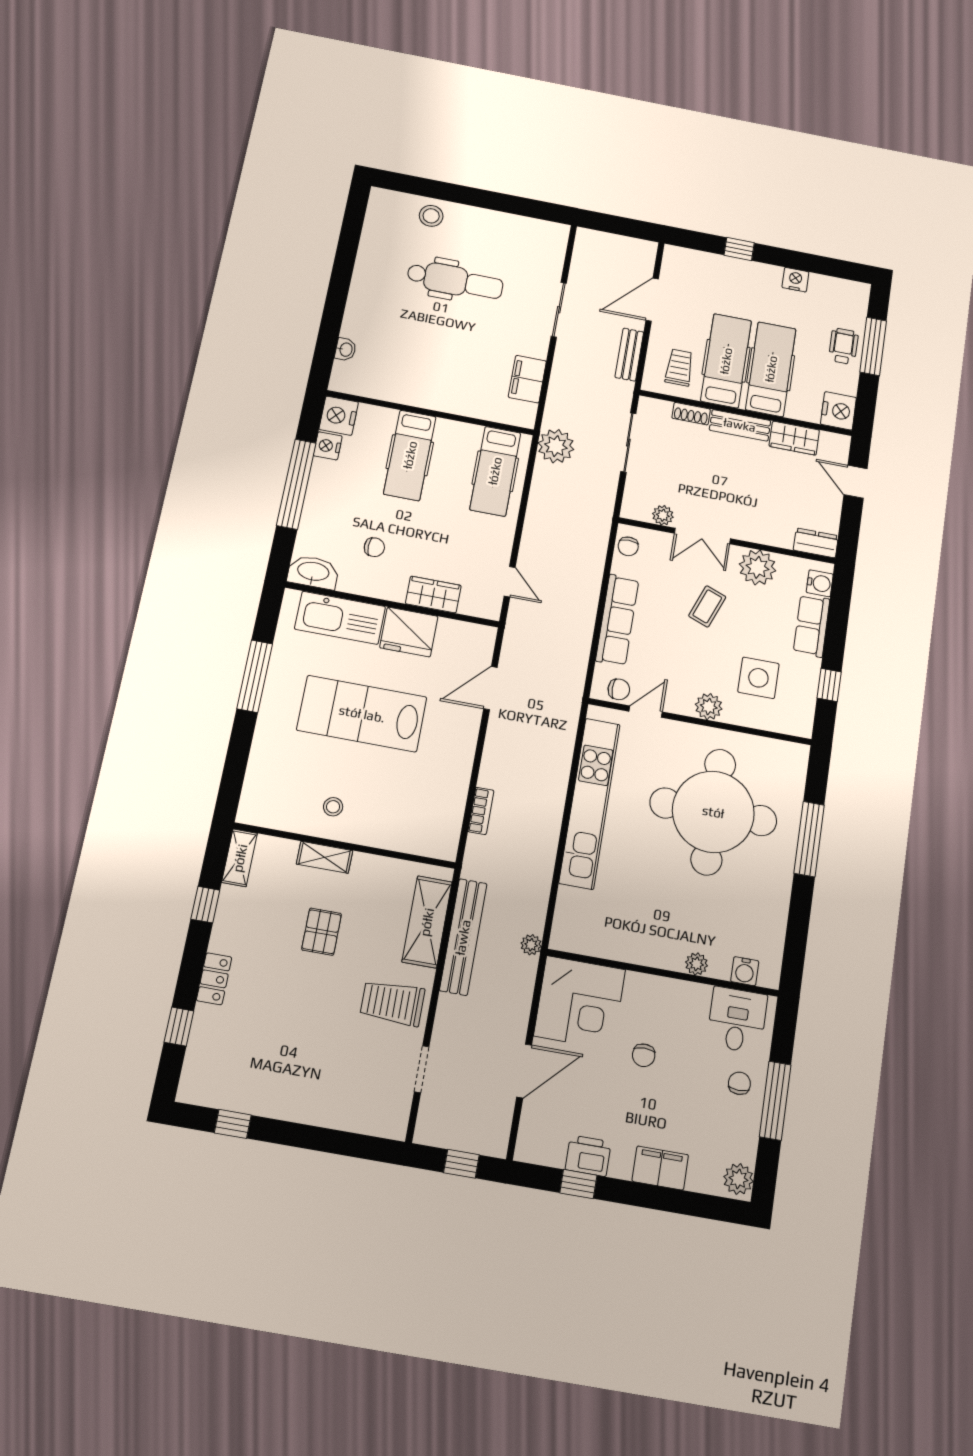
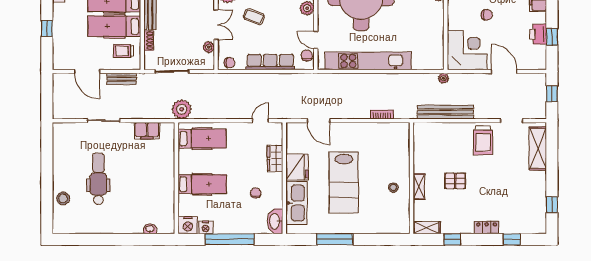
shelving: (427, 922) -> (538, 148), moved, turned 90

